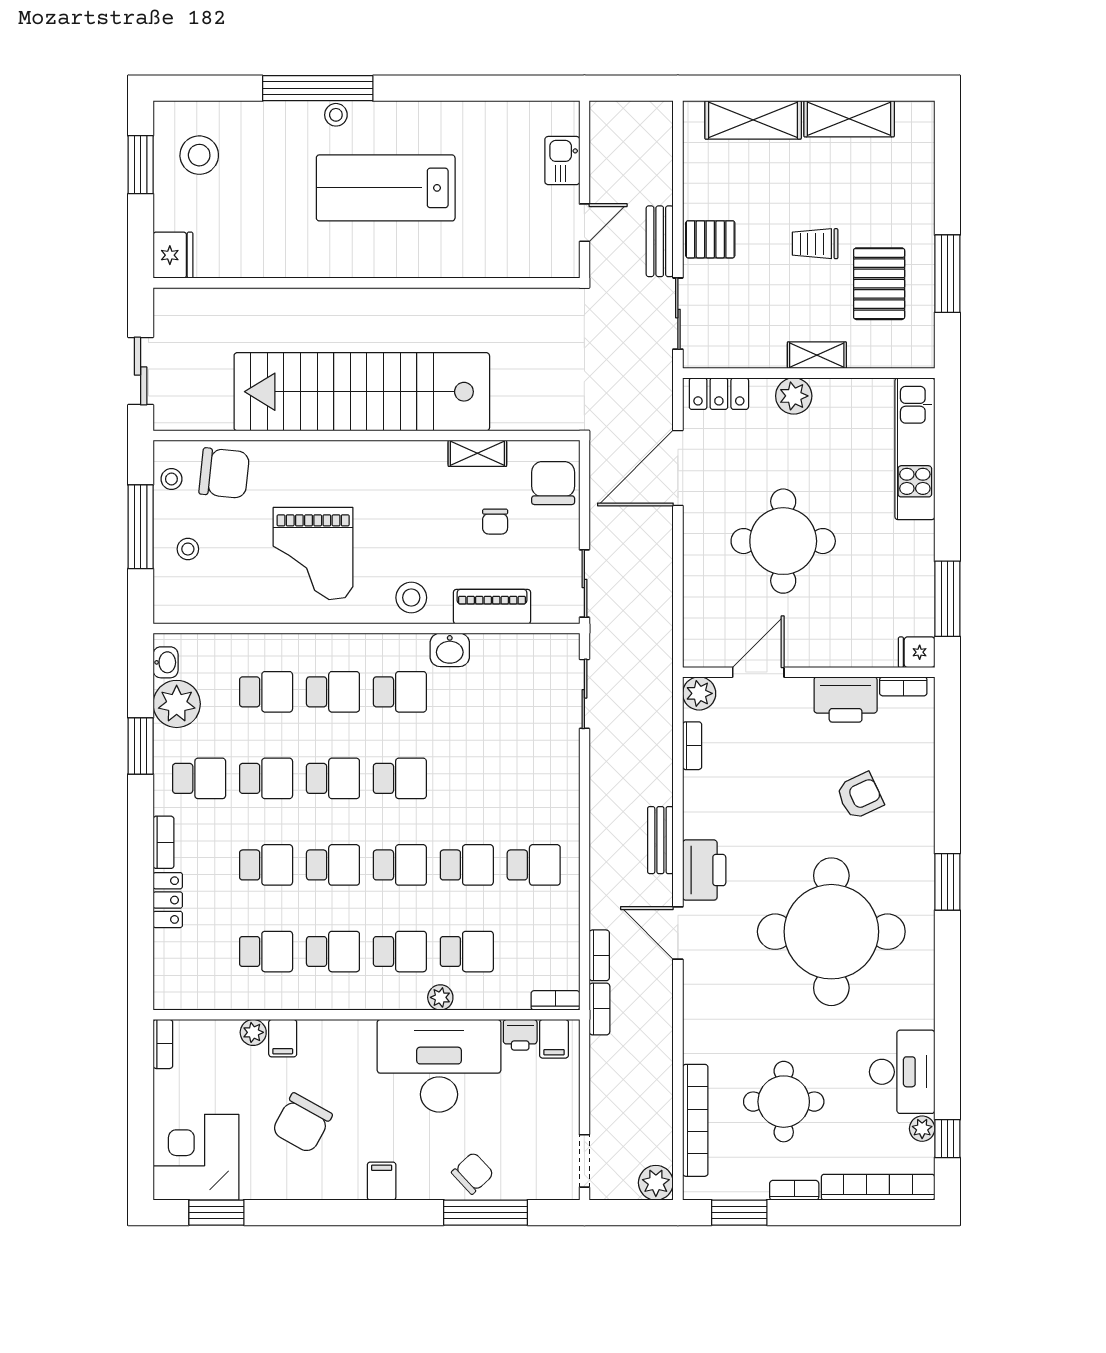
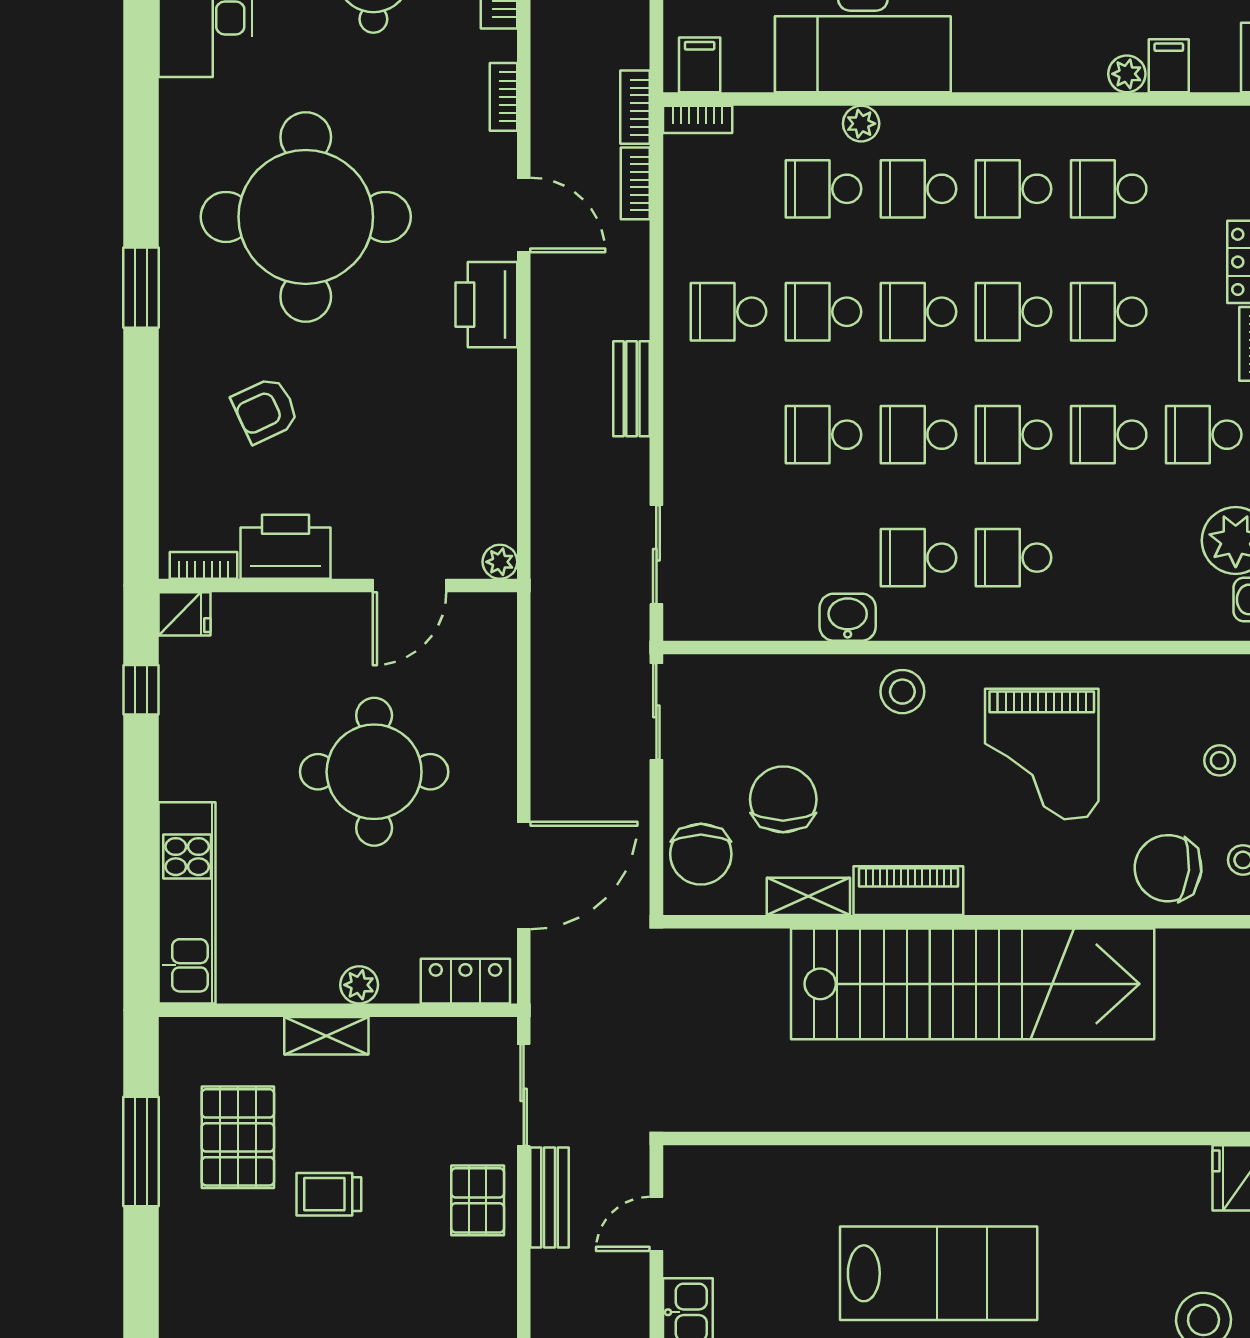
pallet: (710, 239) -> (478, 1200), turned 90
trolley: (815, 244) -> (329, 1194), turned 180
plant: (794, 396) -> (359, 985), width x0.73, depth x0.73
chair: (495, 522) -> (783, 799), width x1.87, depth x1.87
grand piano: (313, 553) -> (1042, 754), turned 180
window: (947, 599) -> (141, 690), width x0.46
piano: (492, 607) -> (908, 891), moved, turned 180
school desk: (266, 692) -> (823, 435), moved
plant: (699, 693) -> (500, 562), width x0.73, depth x0.73
bookcase: (692, 746) -> (503, 97), moved
bench: (660, 840) -> (632, 389), moved
printer: (520, 1035) -> (748, 71), removed
filing cabinet: (283, 1038) -> (1169, 66), moved

